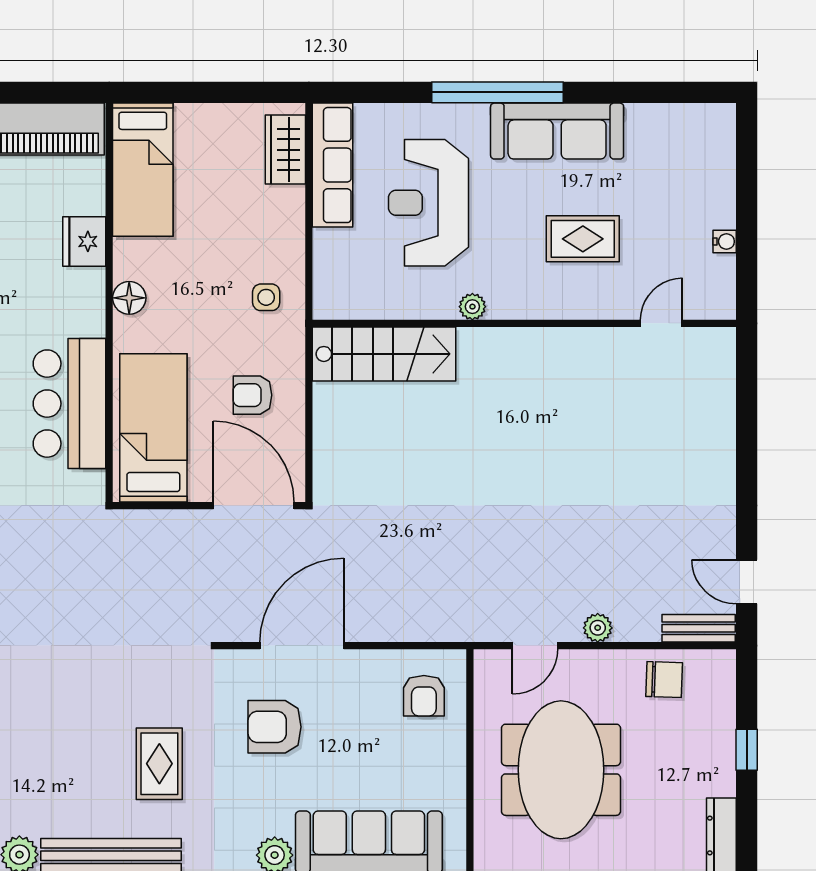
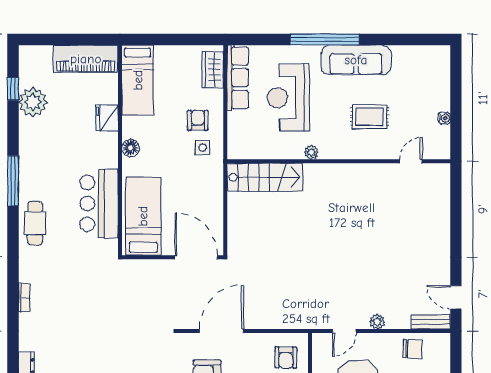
armchair: (252, 395) -> (198, 120), moved, turned 90

